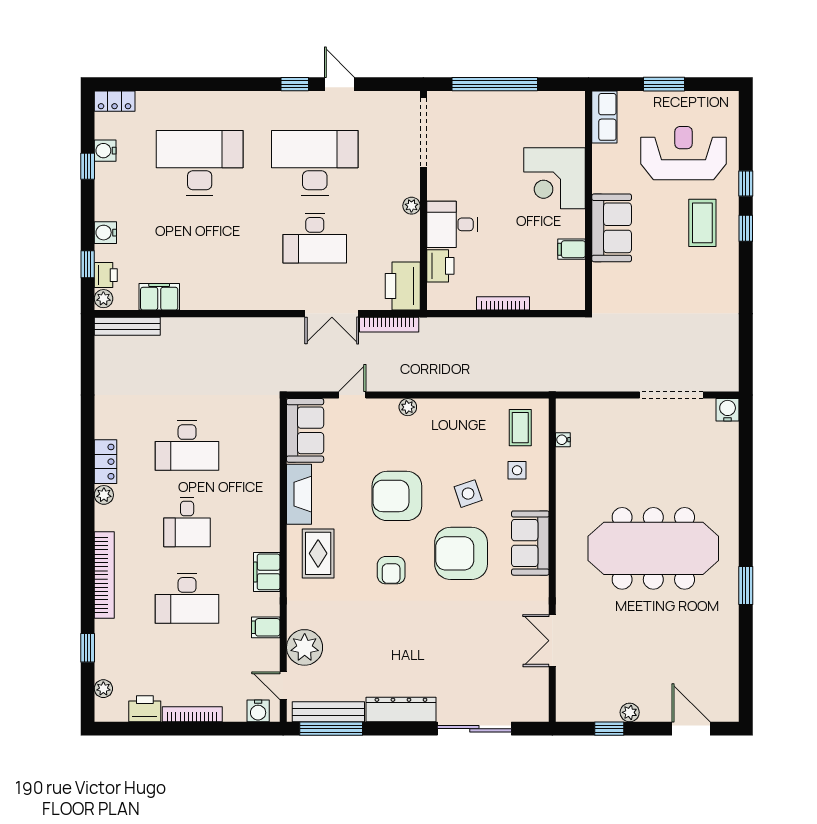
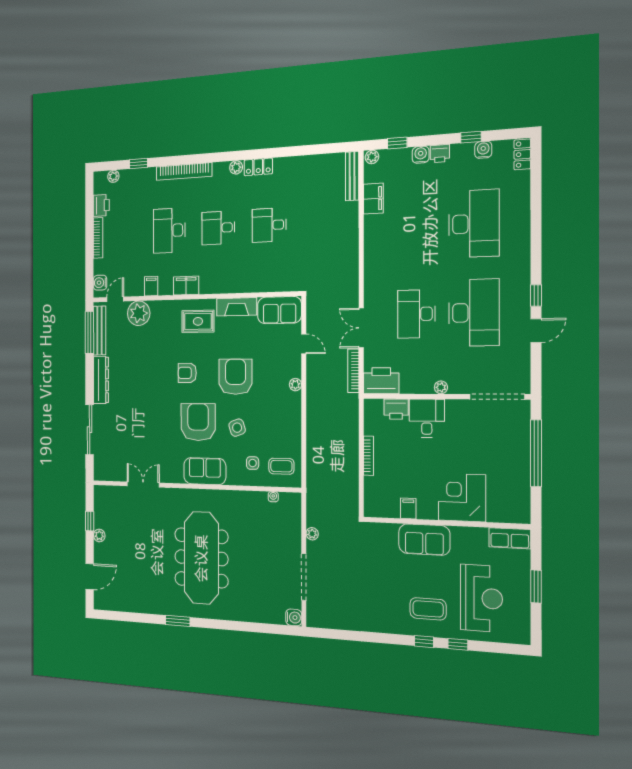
printer: (106, 275) -> (440, 154), moved
plant: (611, 383) -> (312, 534), added
desk: (187, 445) -> (269, 225), width x0.73

